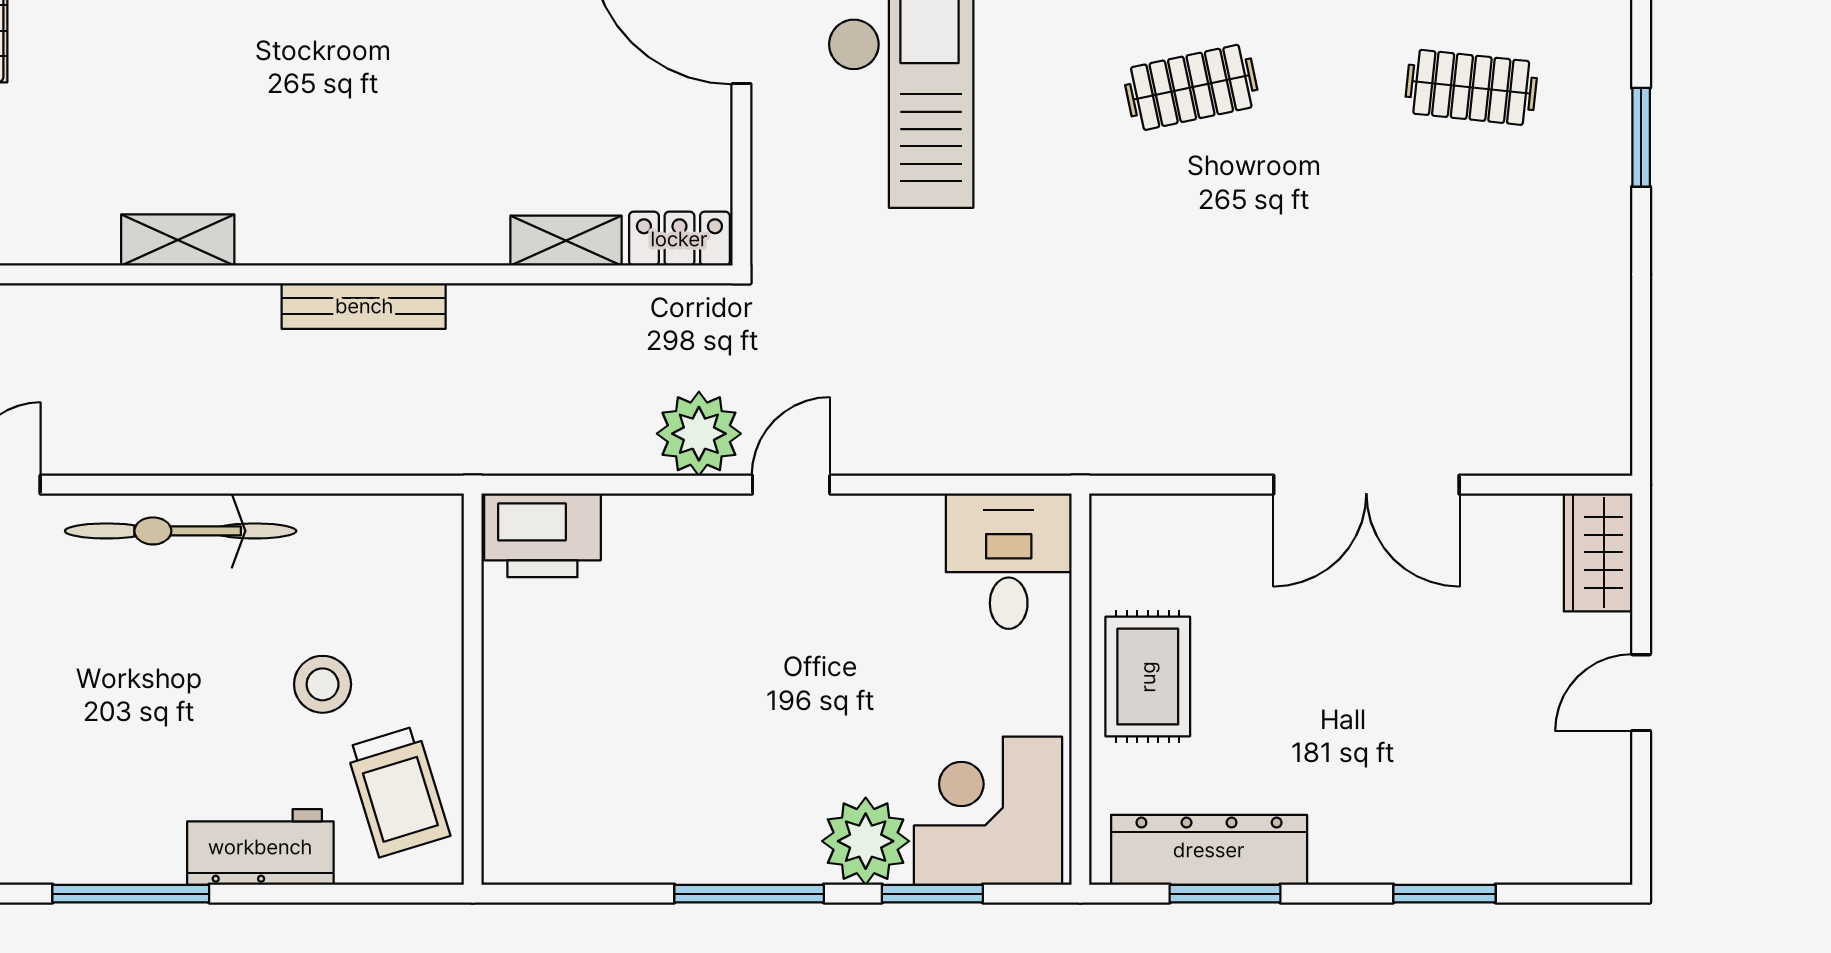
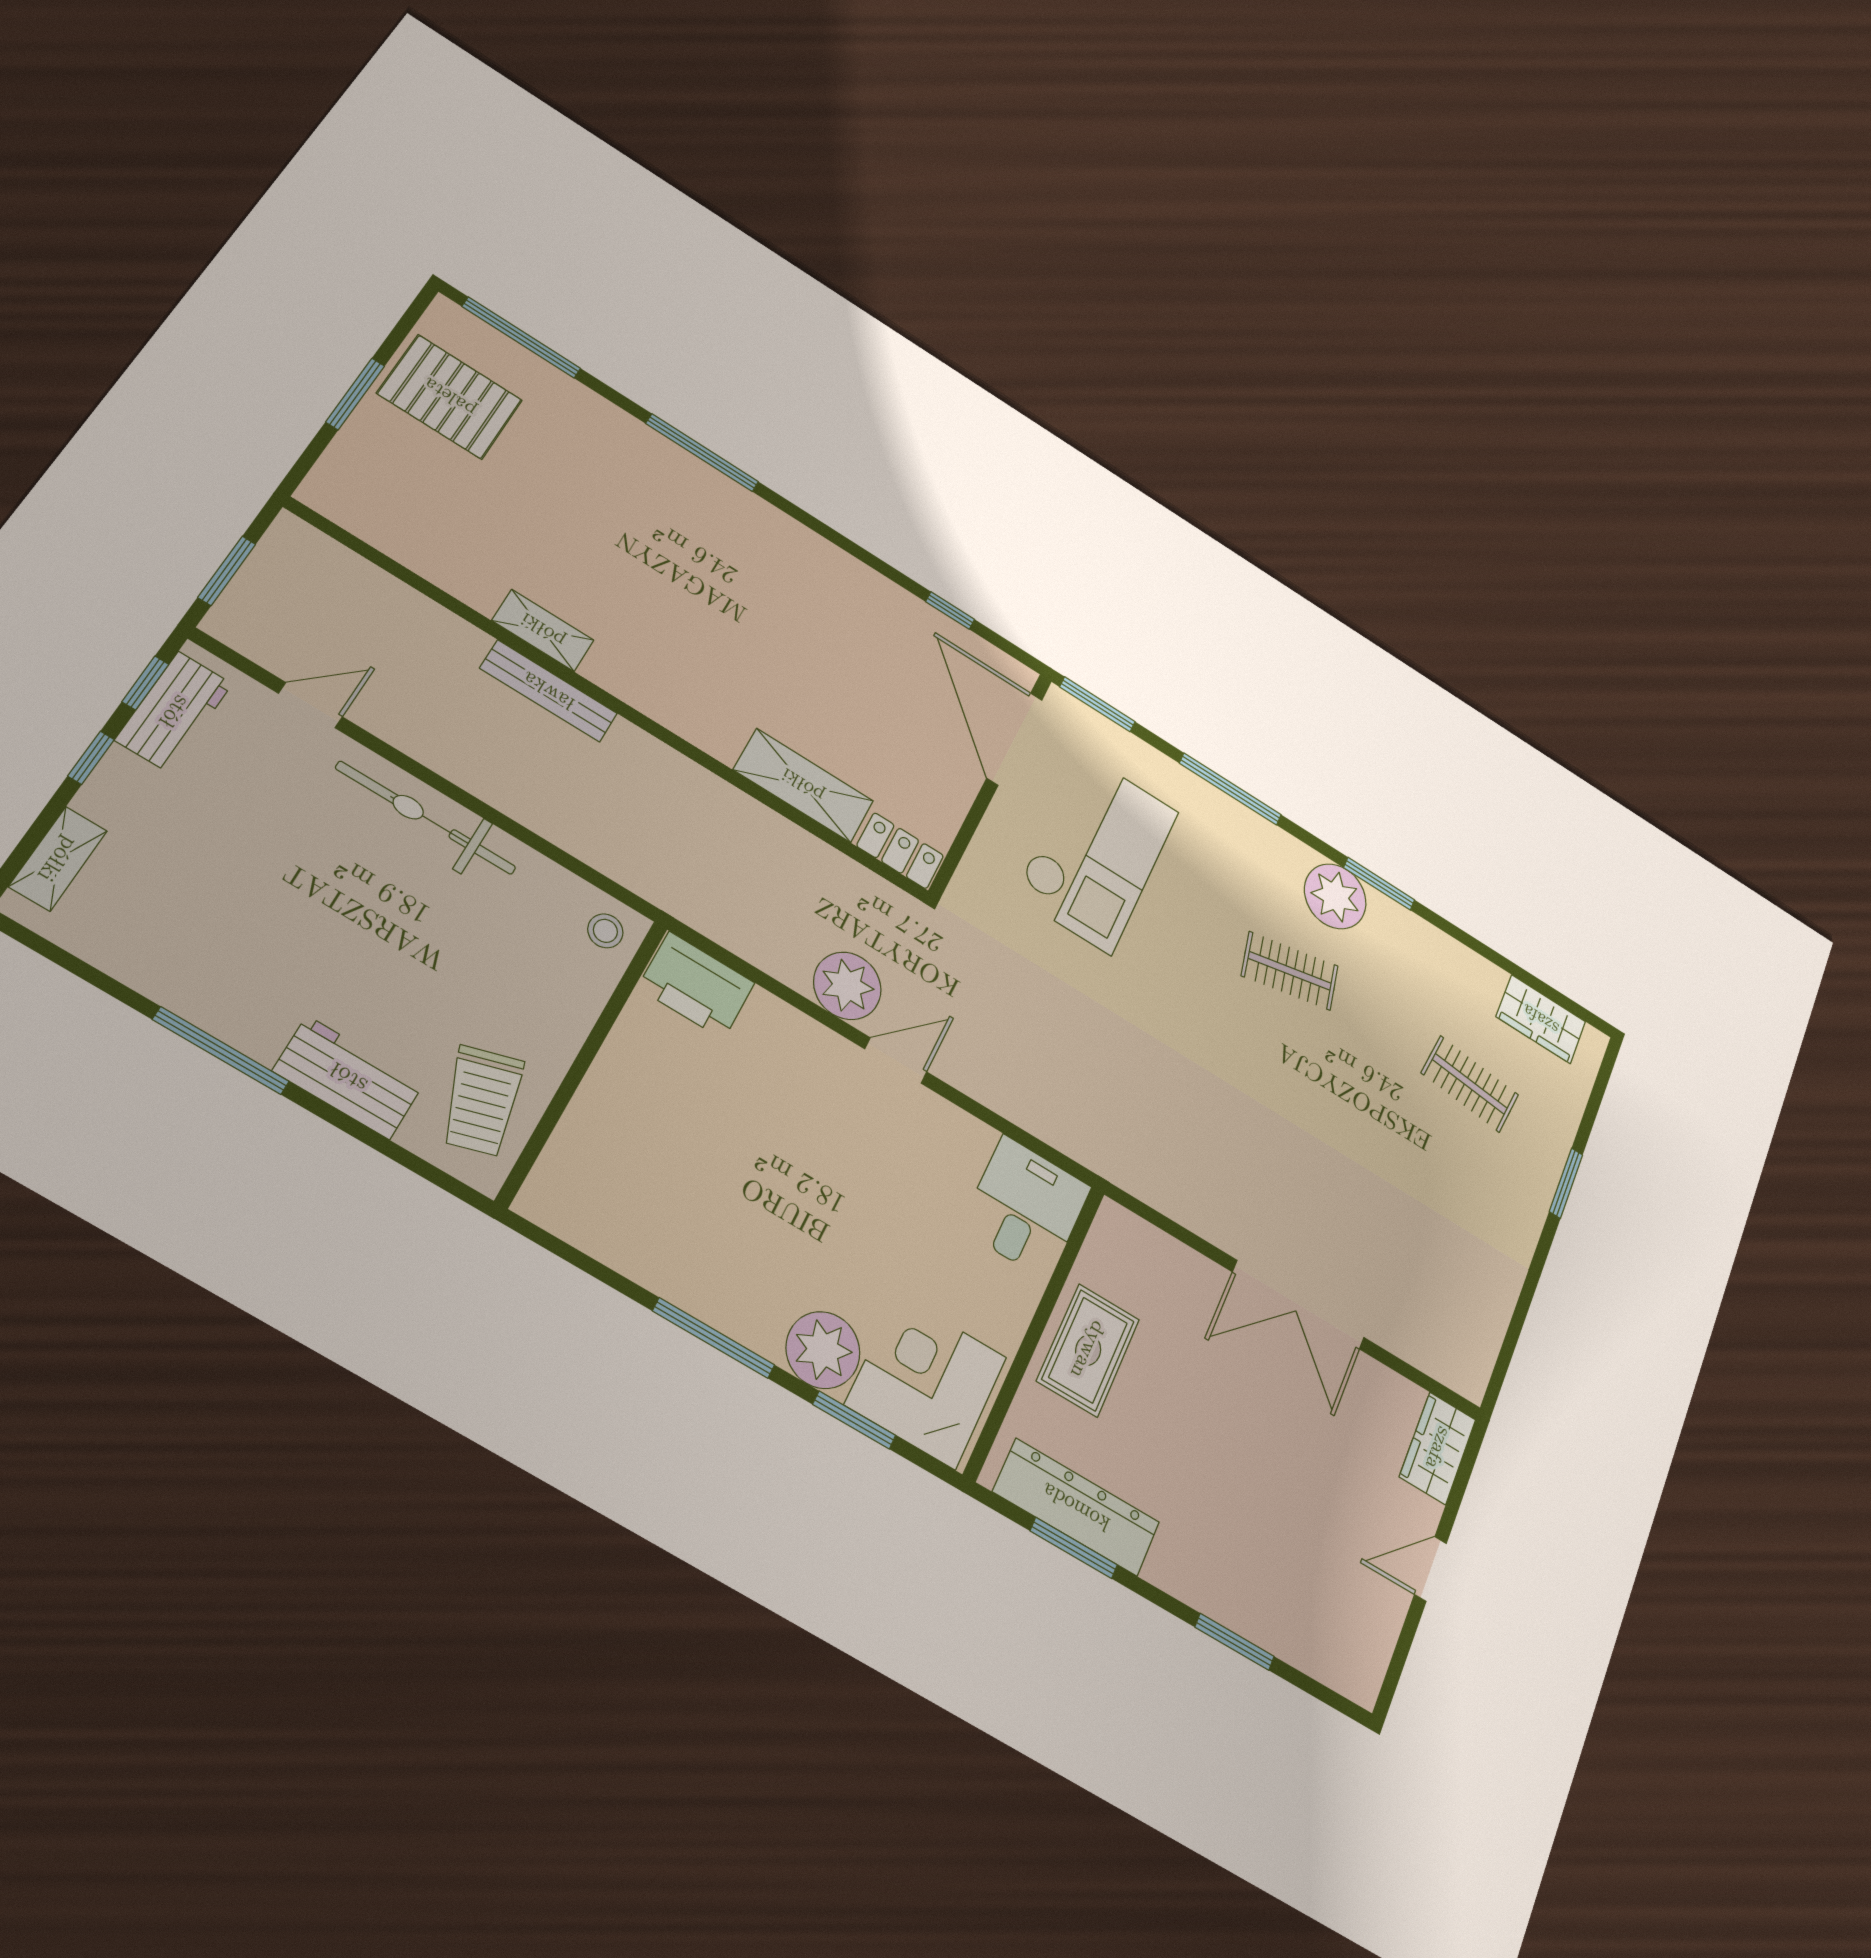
shelving: (566, 241) -> (803, 785), width x1.50, depth x1.33
bench: (364, 306) -> (549, 691), moved
stool: (323, 684) -> (605, 931), moved, width x0.73, depth x0.73

